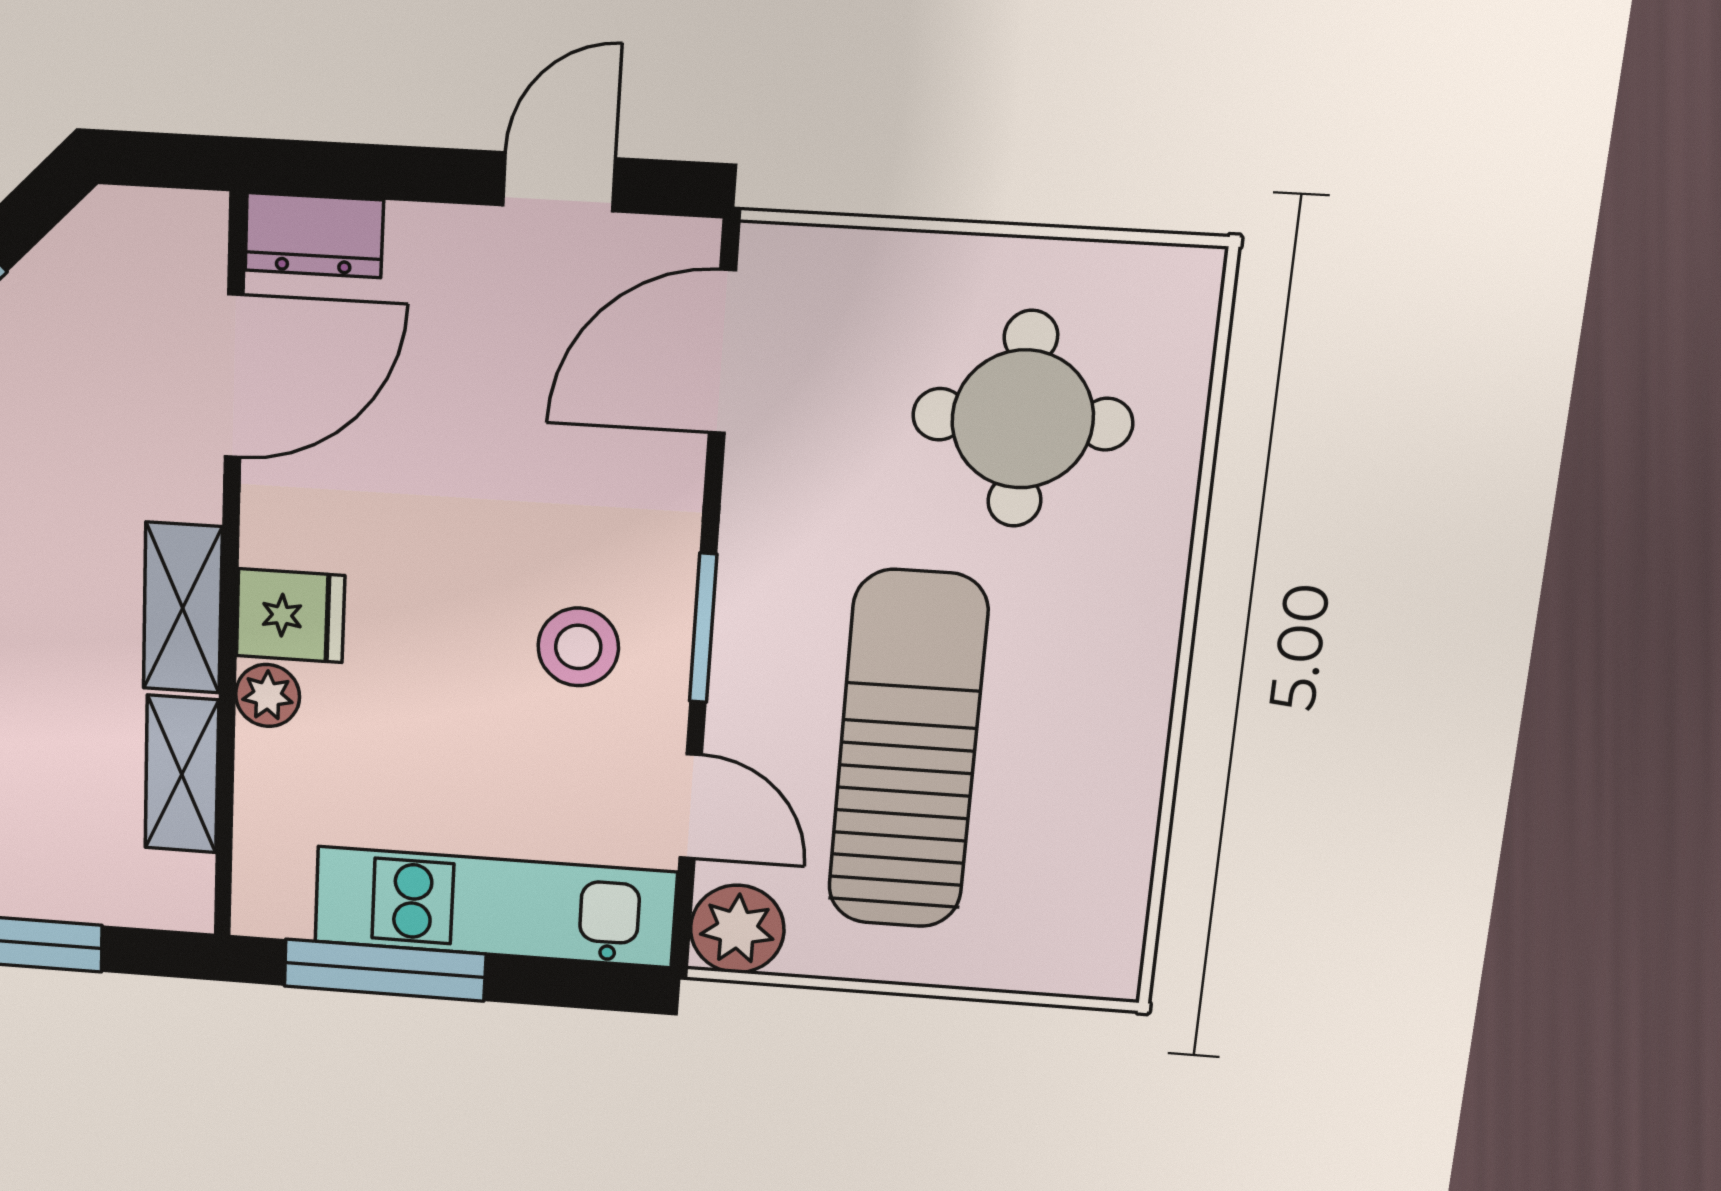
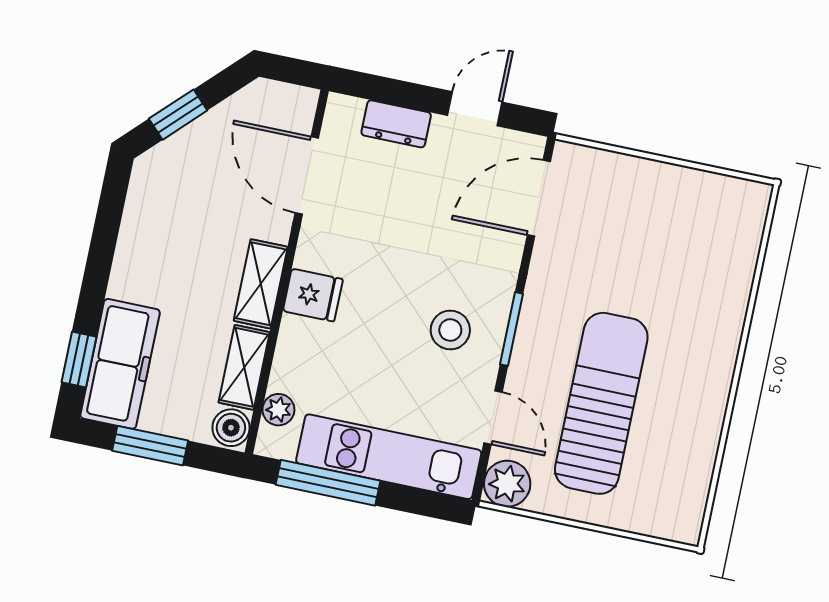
dresser: (314, 235) -> (396, 124), moved
door: (234, 376) -> (307, 175), swing flipped
round table: (1023, 419) -> (673, 250), removed
plant: (268, 695) -> (278, 410), moved
boiler: (179, 891) -> (231, 428), added

